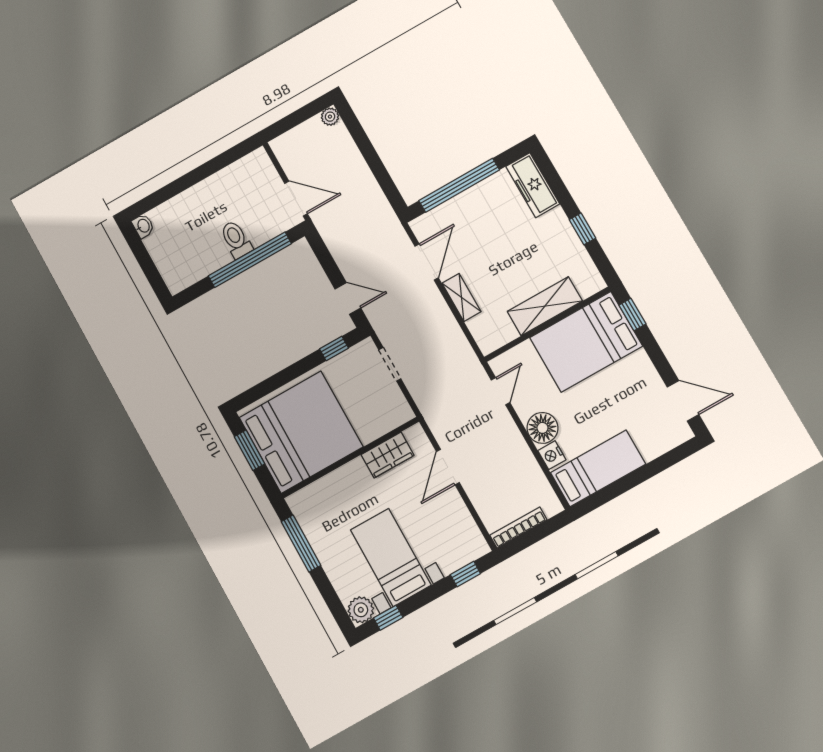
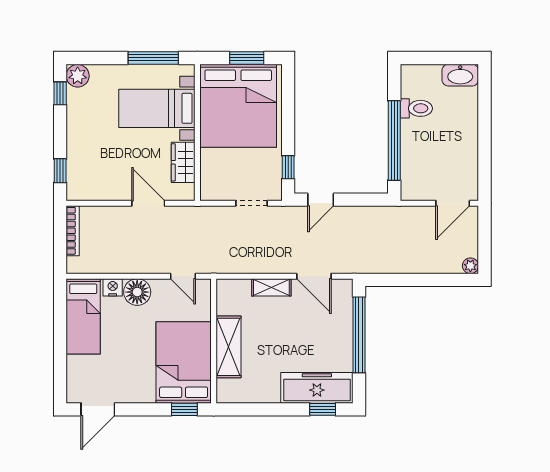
freezer: (533, 185) -> (317, 388), width x1.36, depth x1.26
door: (296, 199) -> (453, 203), moved
washbasin: (143, 226) -> (460, 75), width x1.91, depth x1.45
window: (582, 229) -> (323, 409), moved
toilet: (236, 239) -> (416, 108), moved
bed with nightstands: (391, 557) -> (157, 108), moved, turned 180

